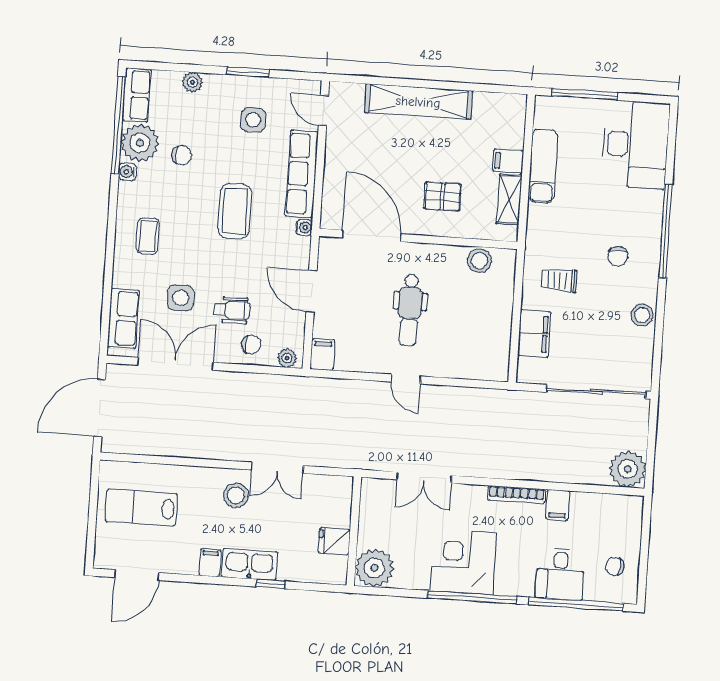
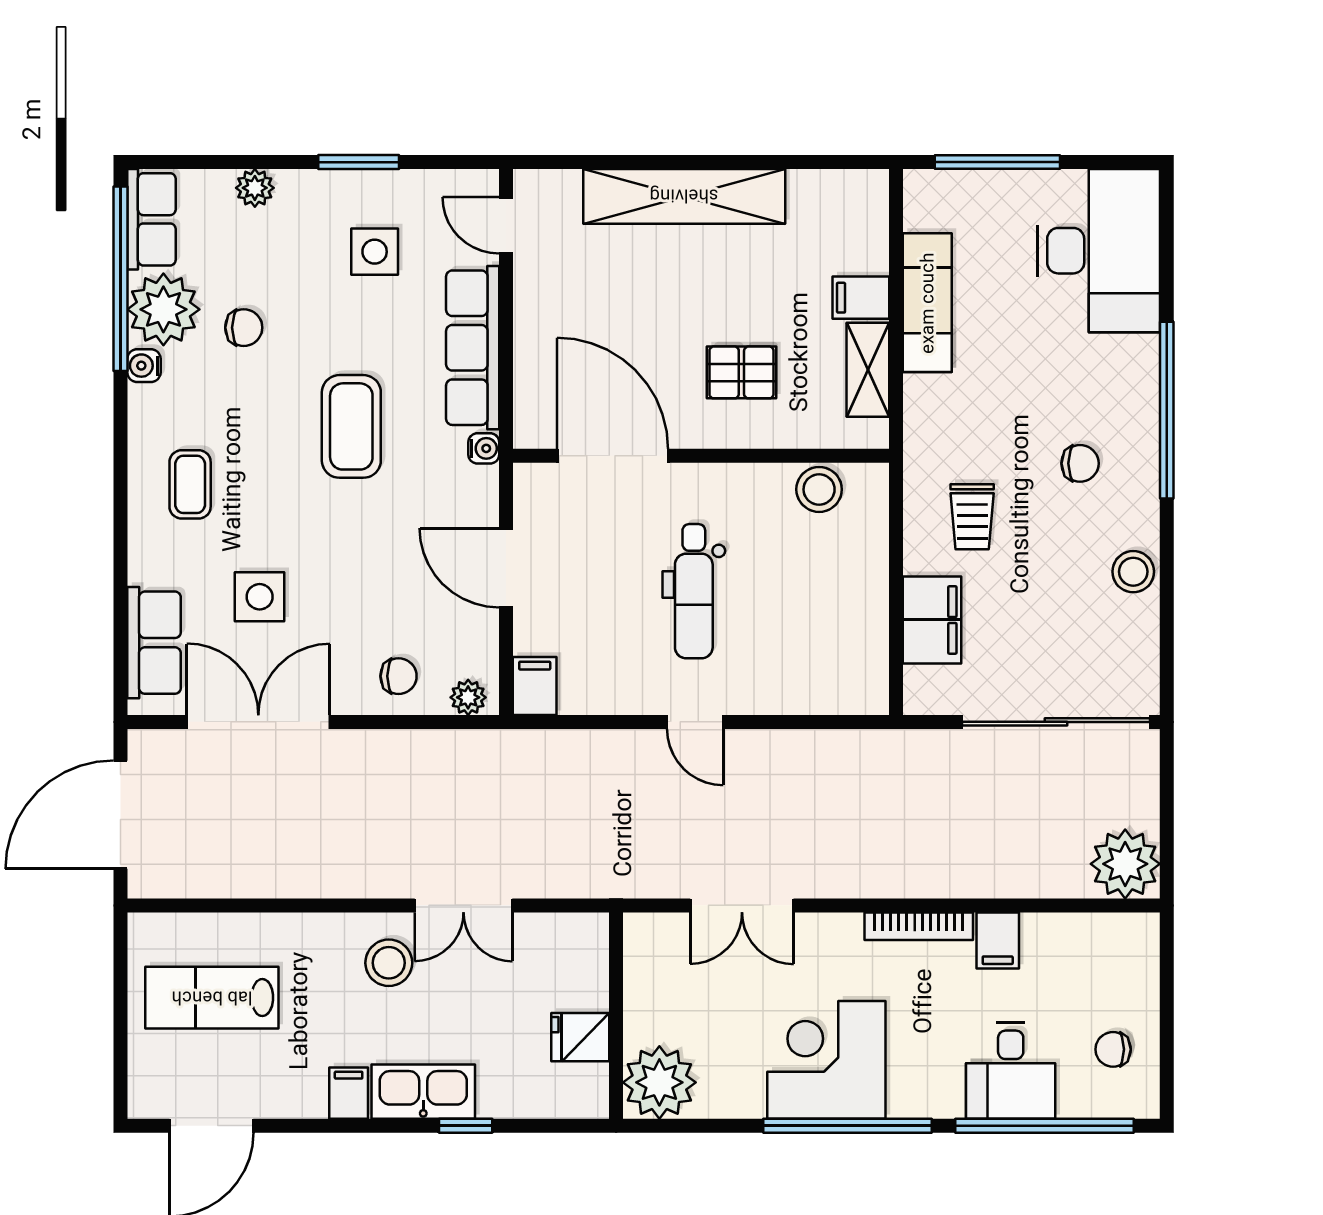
chair: (618, 256) -> (1080, 463), turned -90
trolley: (559, 281) -> (972, 517), turned -90
wheelchair: (232, 310) -> (358, 614), removed

